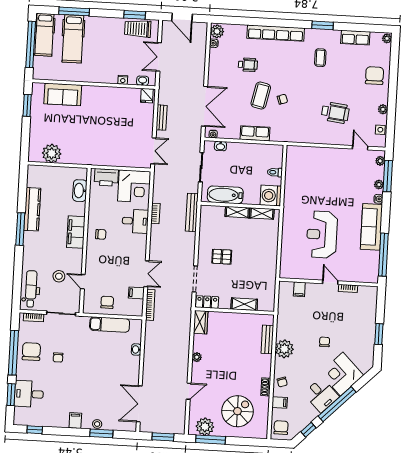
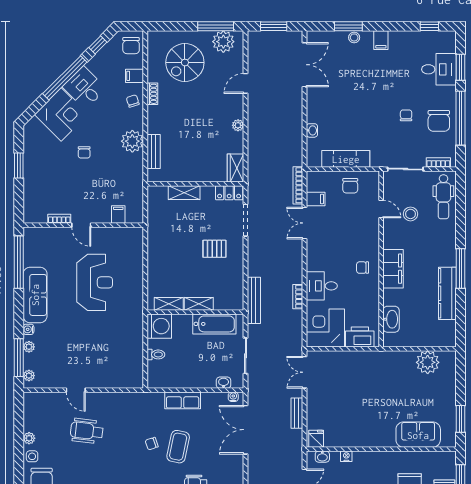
side table: (380, 130) -> (32, 456), moved
door: (360, 148) -> (76, 390), moved

